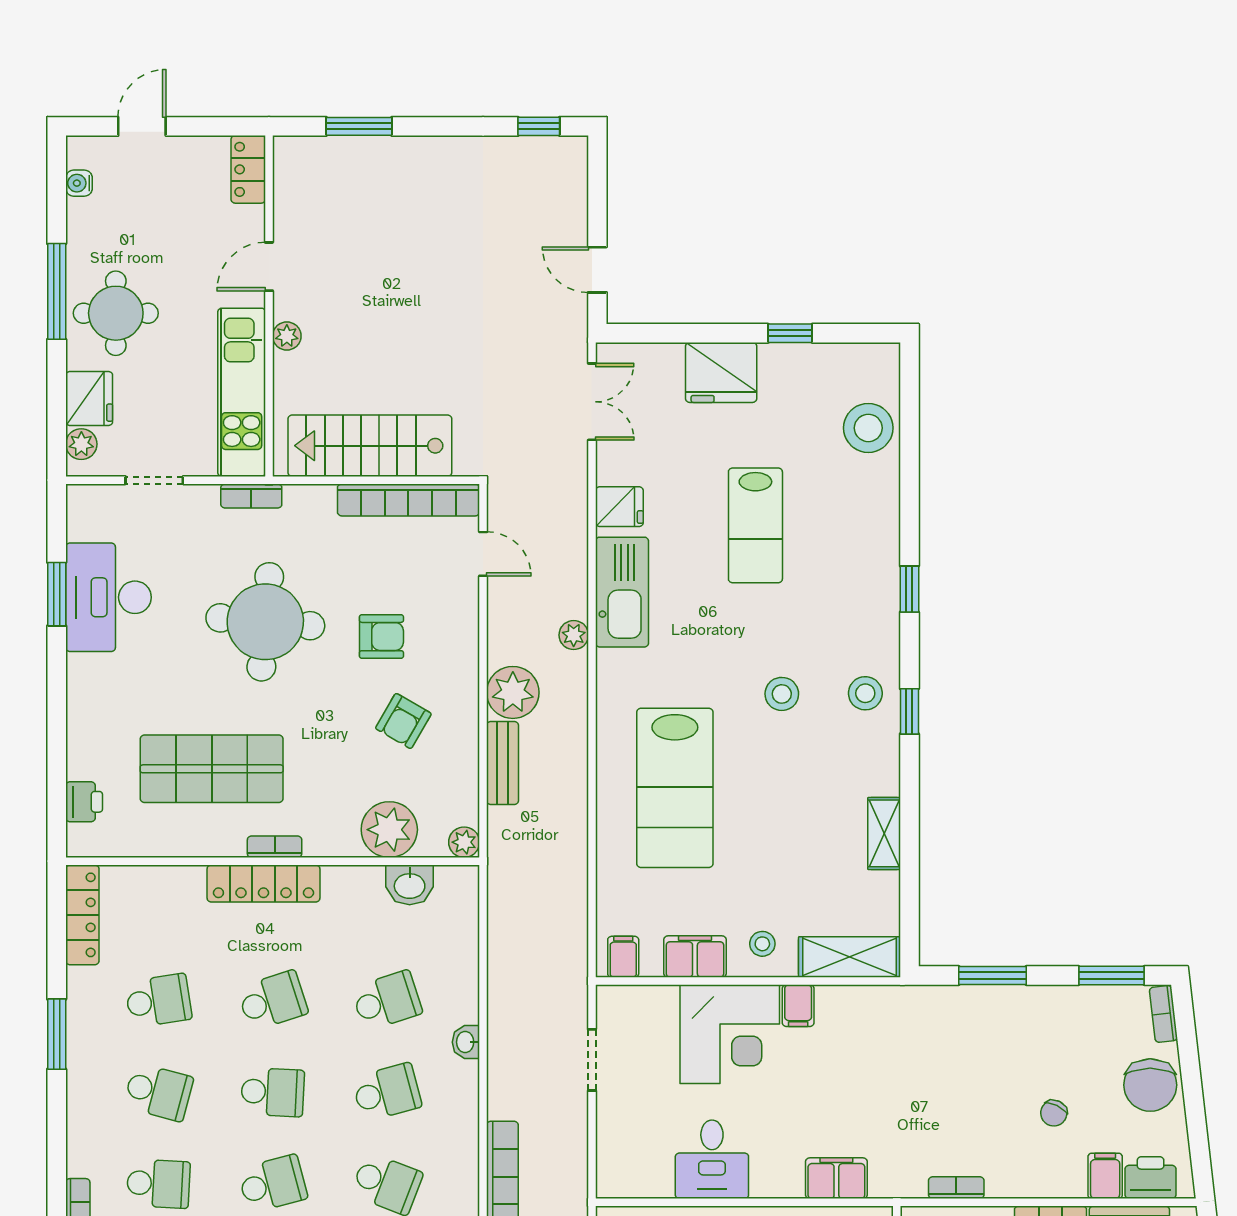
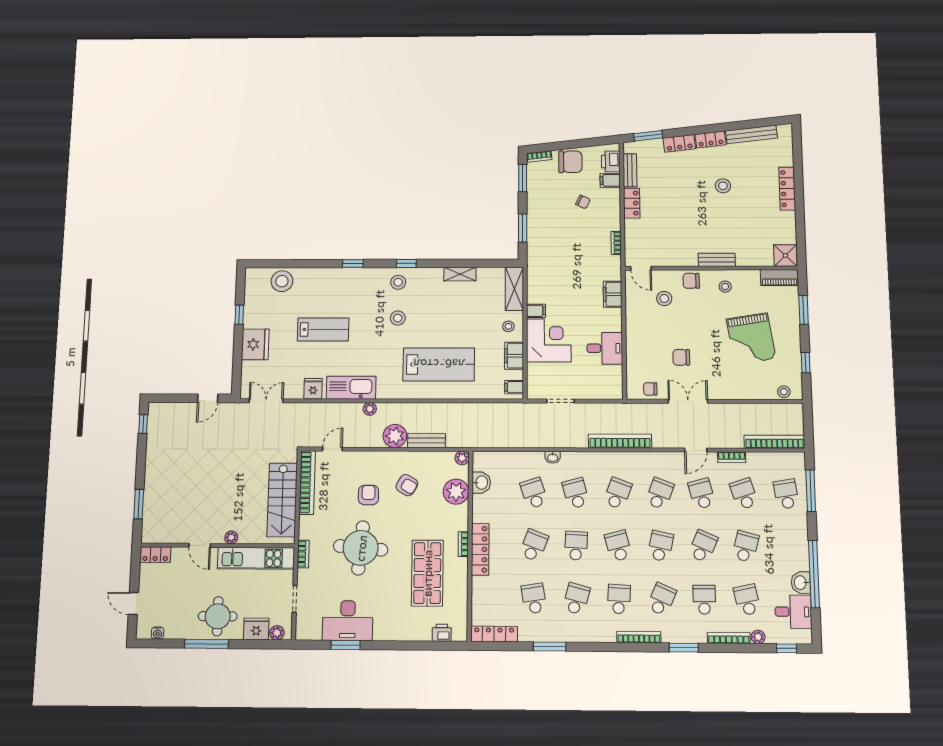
school desk: (273, 1001) -> (534, 545), turned 39

